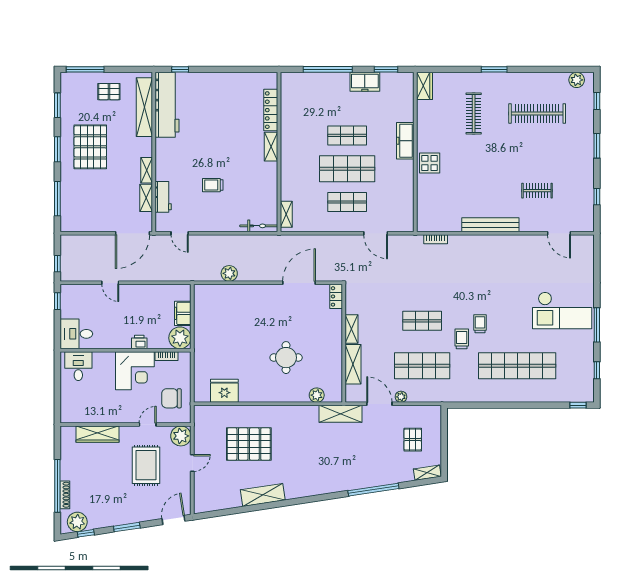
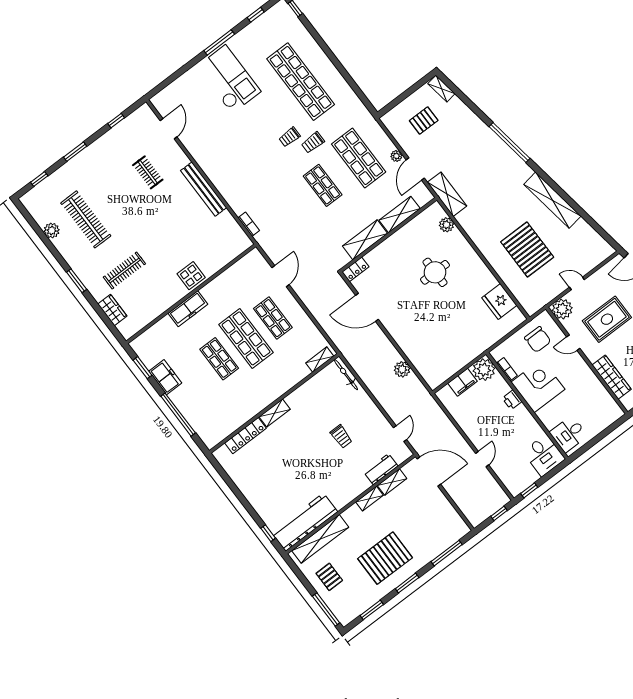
plant: (577, 80) -> (52, 231), moved
wardrobe: (425, 86) -> (112, 310), moved, turned 90
shelving: (352, 329) -> (365, 240), width x1.50, depth x1.33
window: (373, 490) -> (510, 143), moved
shelving: (263, 495) -> (552, 200), width x1.47

